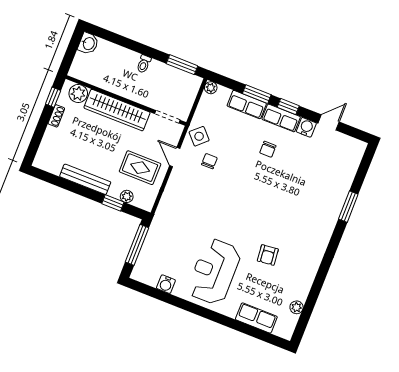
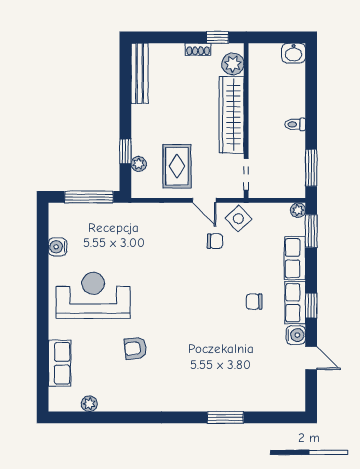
window: (257, 94) -> (311, 231), moved
door: (175, 157) -> (204, 200), swing flipped
bench: (85, 179) -> (140, 73), moved

